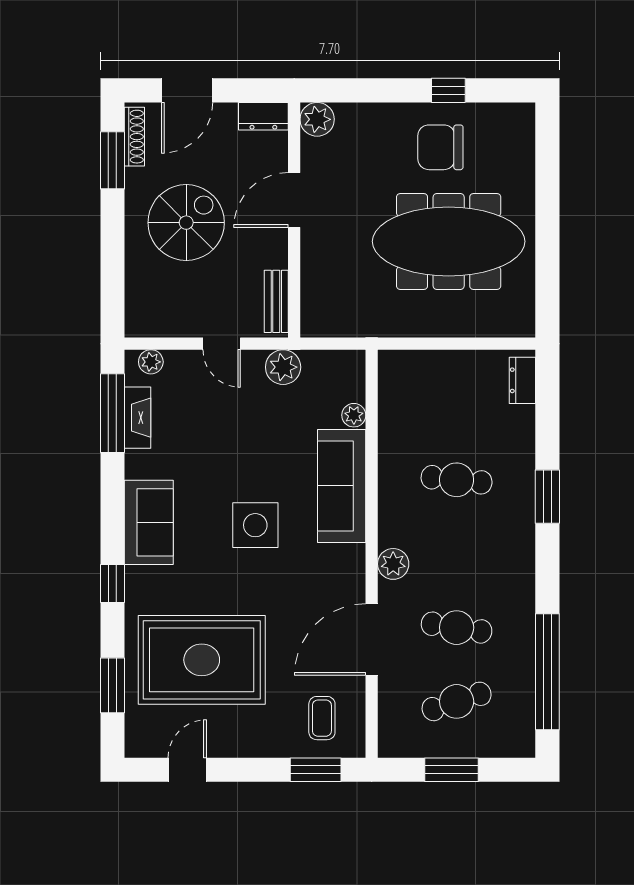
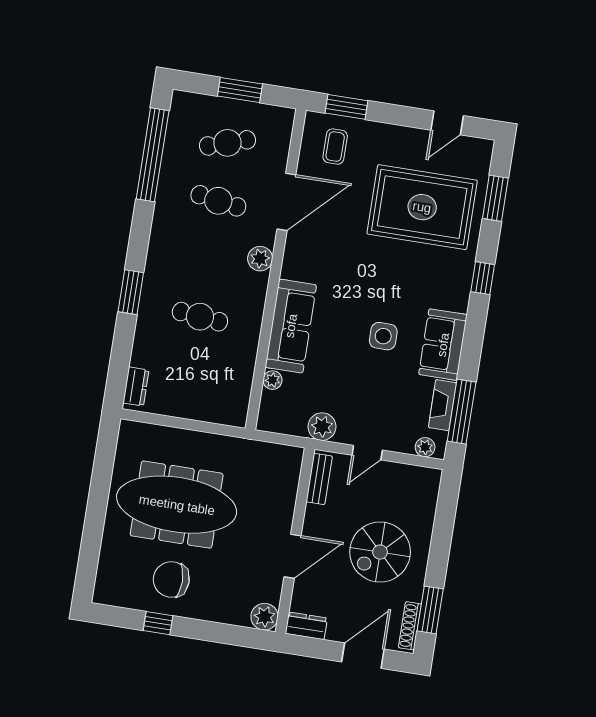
chair: (440, 147) -> (171, 579), turned 180
door: (222, 344) -> (367, 453), swing flipped
sofa: (149, 522) -> (443, 345), moved
side table: (255, 525) -> (383, 336), moved, width x0.73, depth x0.73

